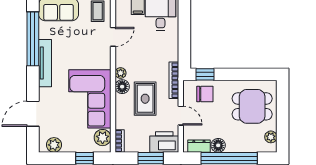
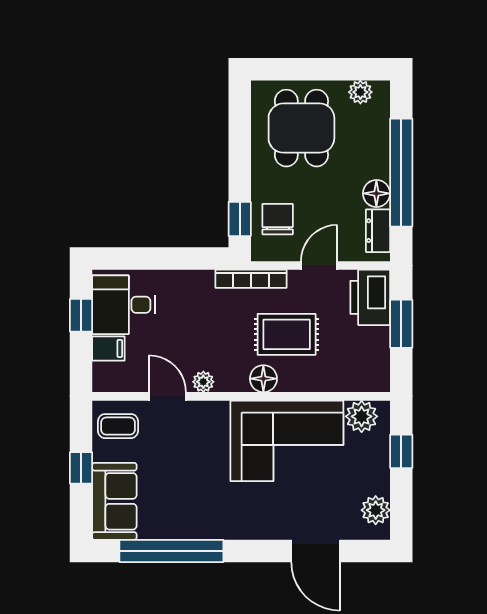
tv unit: (45, 63) -> (218, 527), removed
plant: (121, 73) -> (203, 382), moved
bookcase: (120, 141) -> (368, 383), removed

